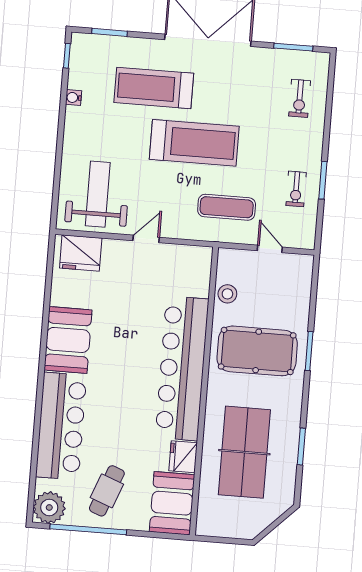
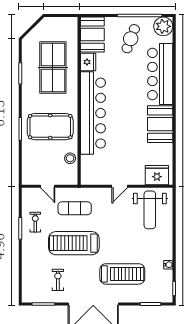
exercise bike: (300, 98) -> (58, 280), moved
treadmill: (194, 143) -> (74, 243), moved

